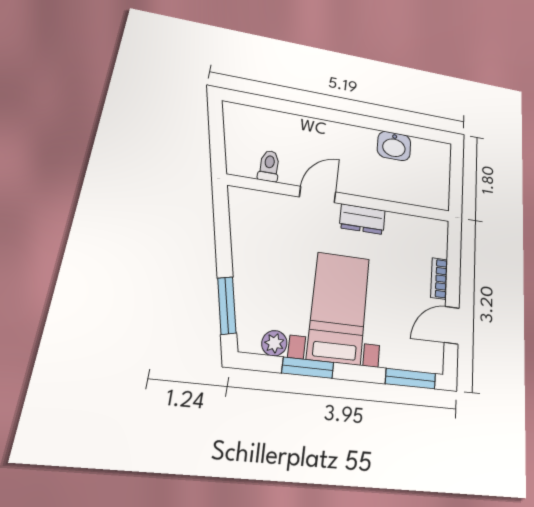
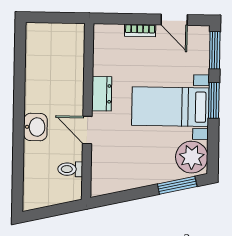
washbasin: (394, 146) -> (35, 127), moved
plant: (274, 343) -> (192, 157), width x1.87, depth x1.87
window: (308, 368) -> (214, 100), moved

